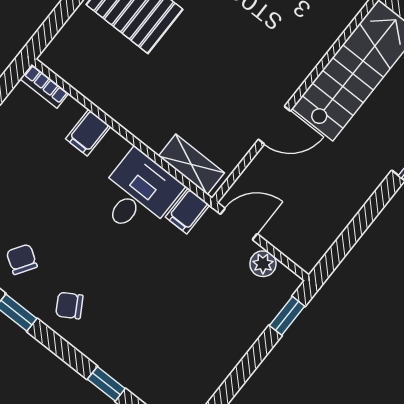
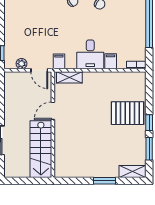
desk: (138, 194) -> (90, 54), moved
door: (239, 224) -> (39, 70), hinge flipped

